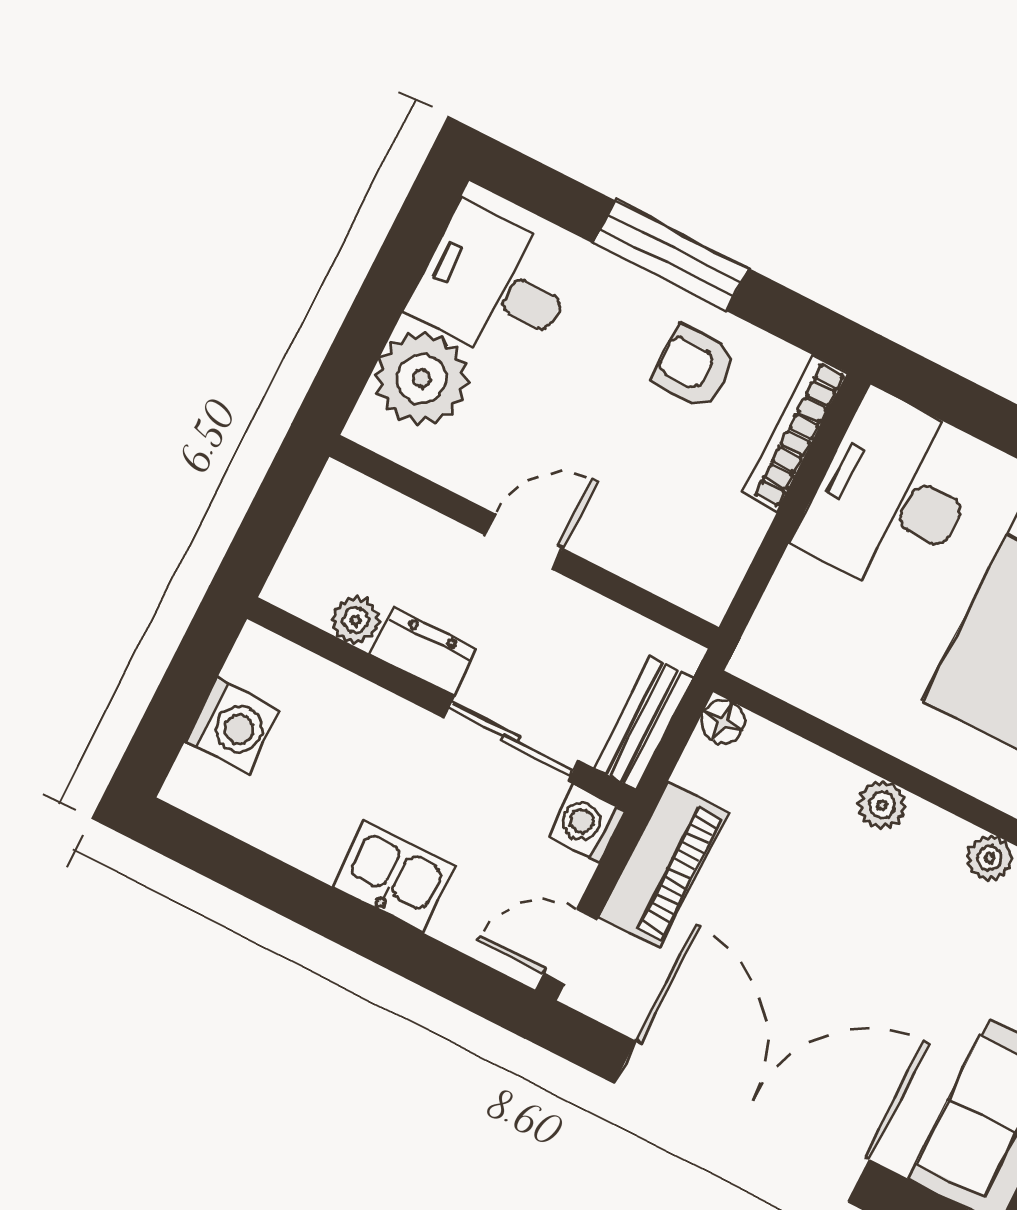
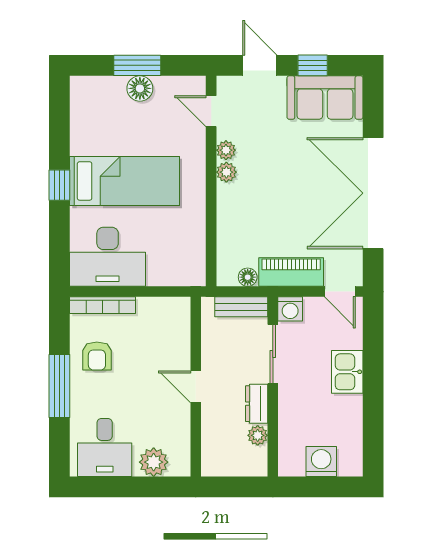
plant: (422, 378) -> (154, 462), width x0.73, depth x0.73
floor lamp: (723, 722) -> (248, 277), moved
plant: (882, 805) -> (226, 172), moved

